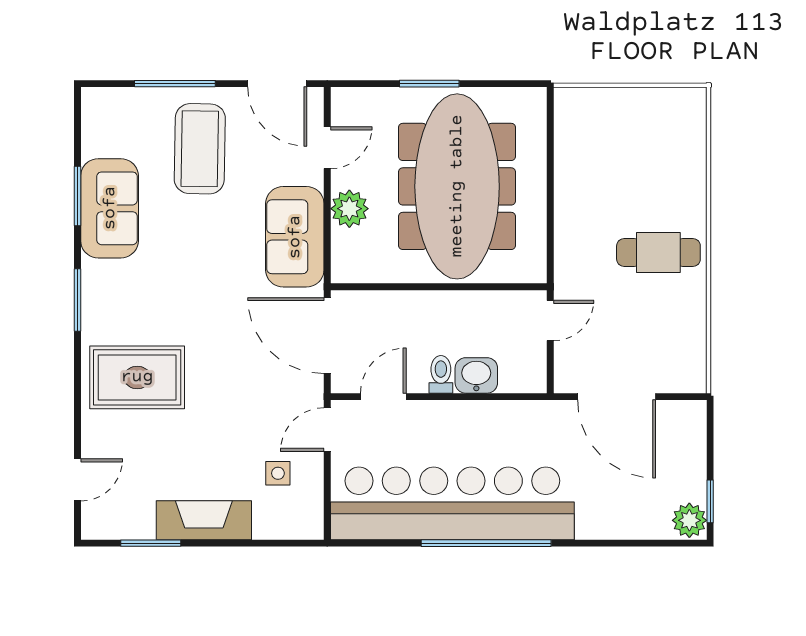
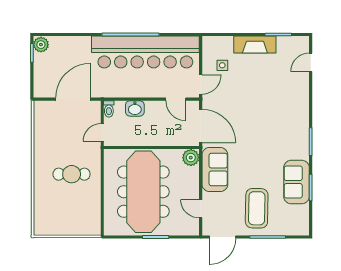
door: (277, 84) -> (223, 237), swing flipped
door: (327, 148) -> (201, 209), hinge flipped
plant: (349, 209) -> (191, 158), moved
cafe table: (658, 252) -> (72, 174), moved
toilet: (441, 374) -> (109, 109), moved
rug: (137, 377) -> (284, 108), removed
door: (383, 397) -> (176, 99), hinge flipped
door: (617, 397) -> (73, 99), hinge flipped

